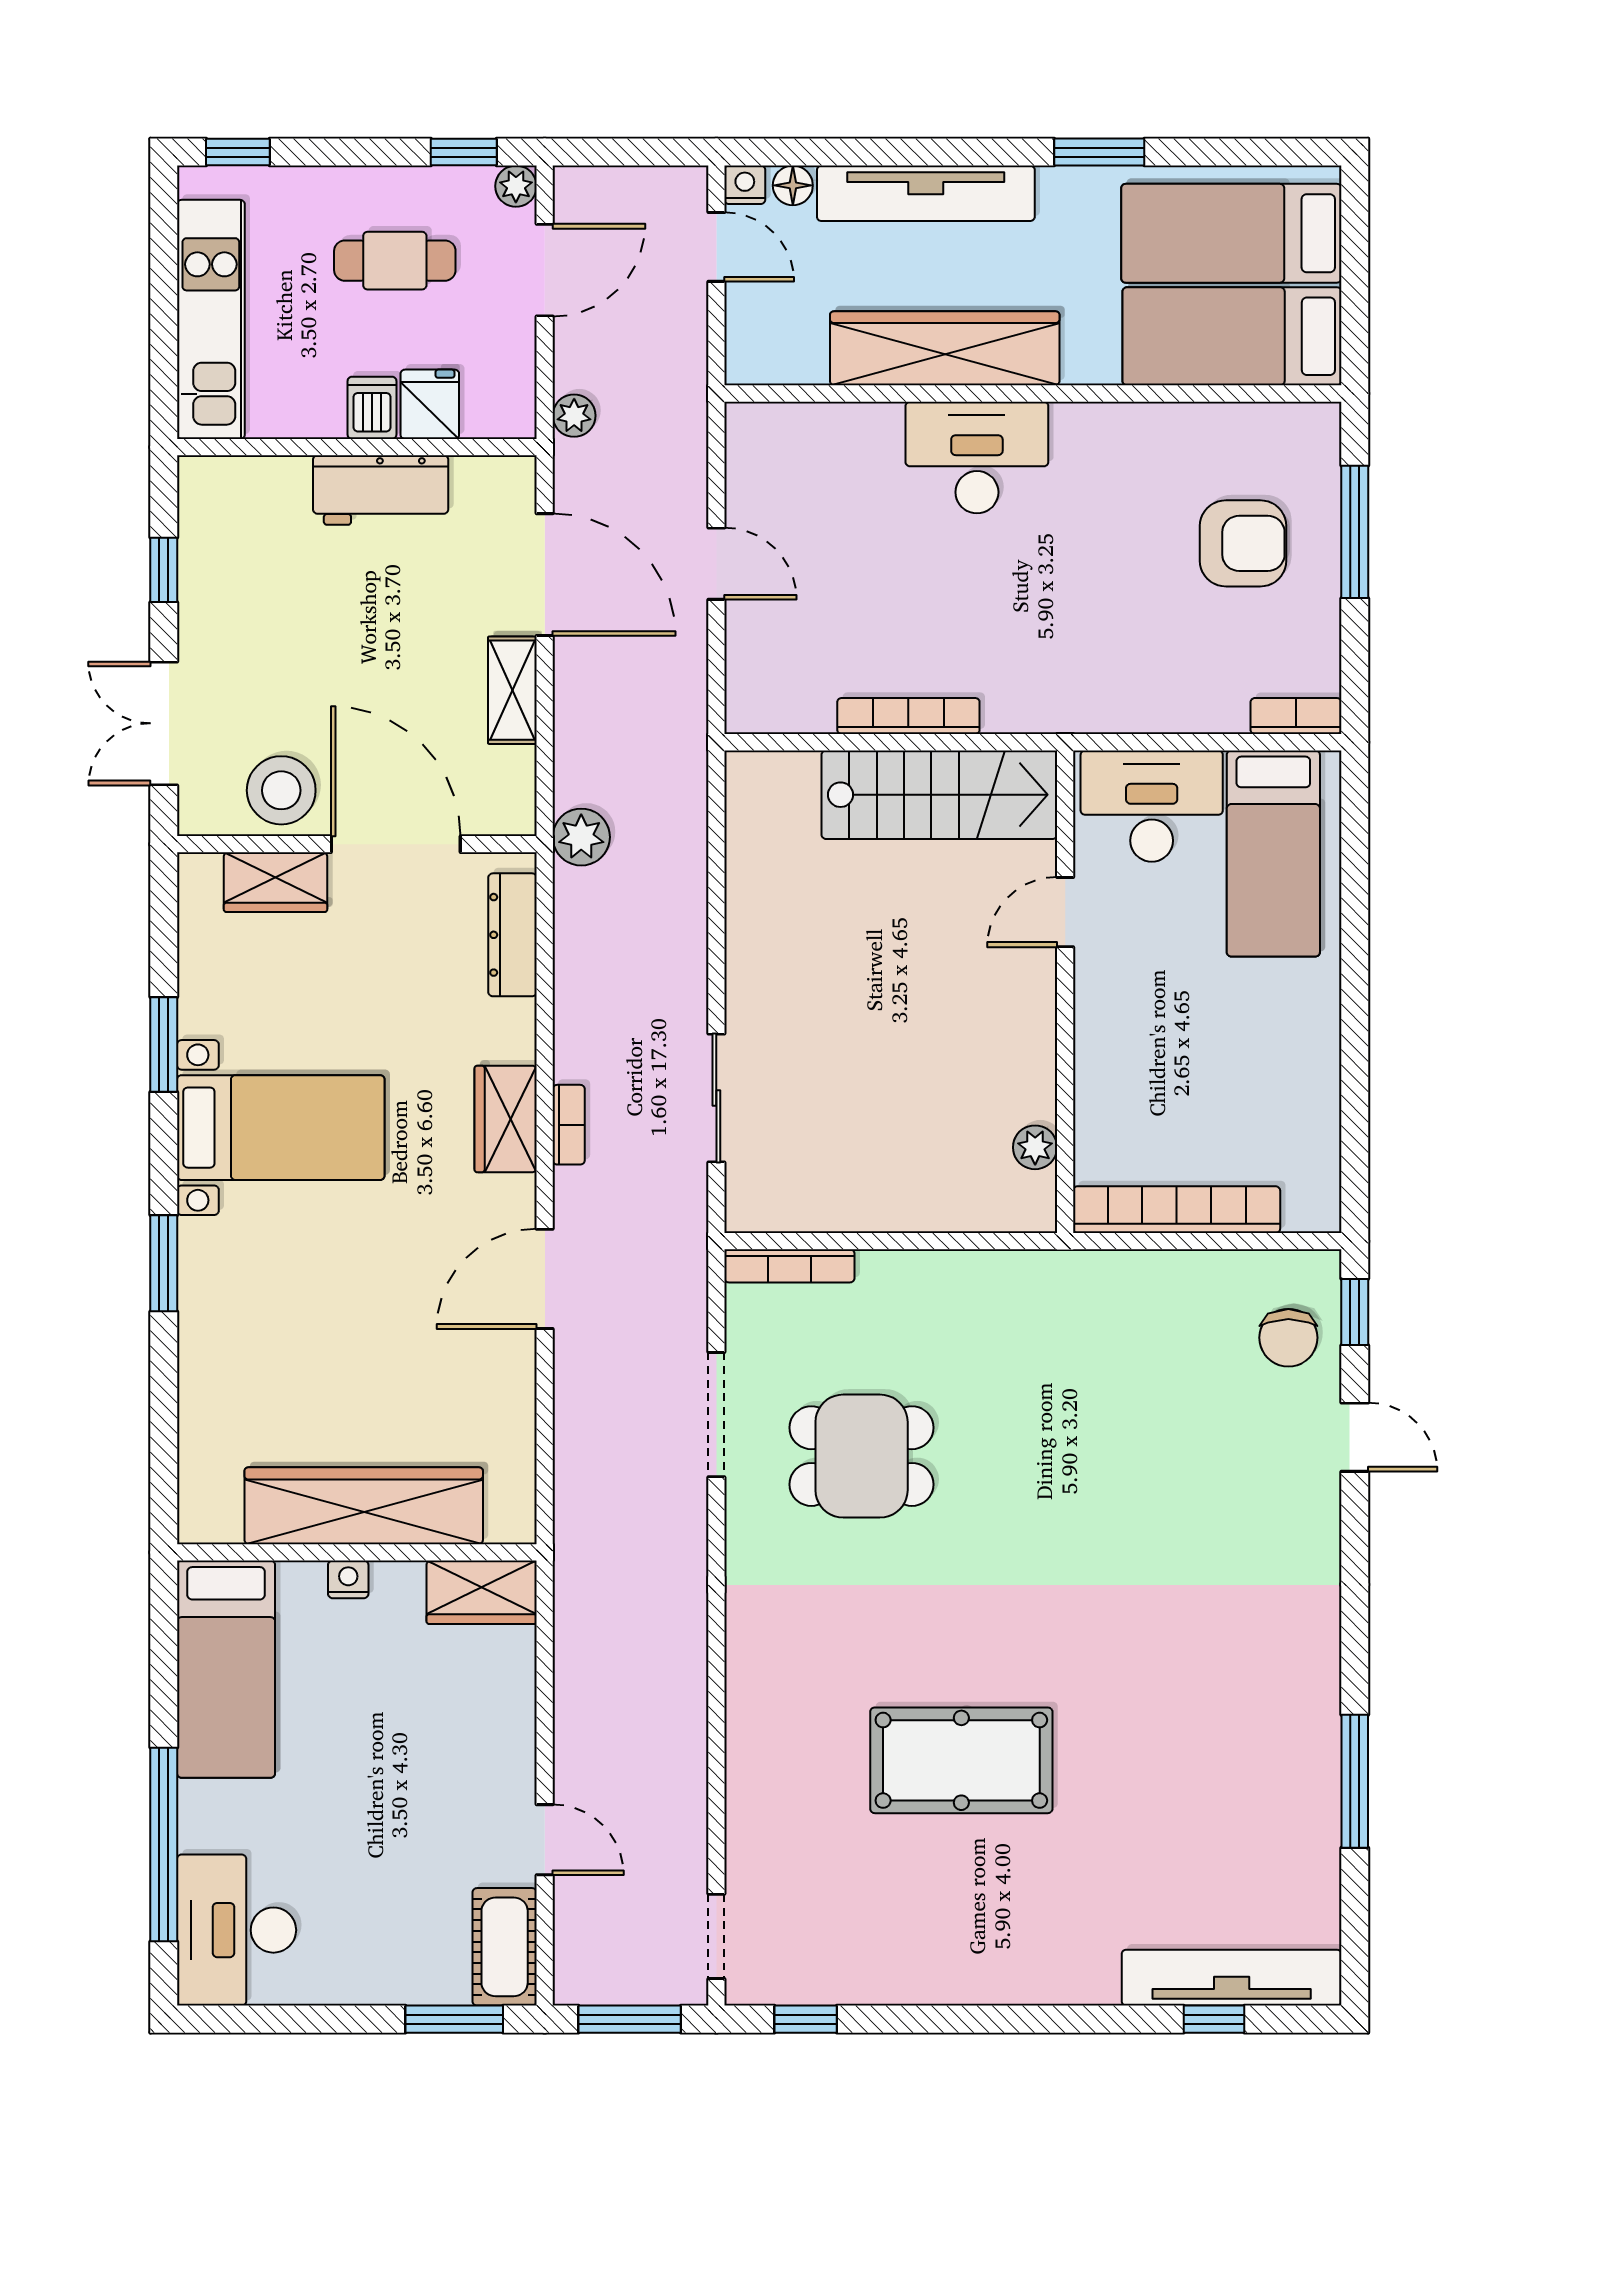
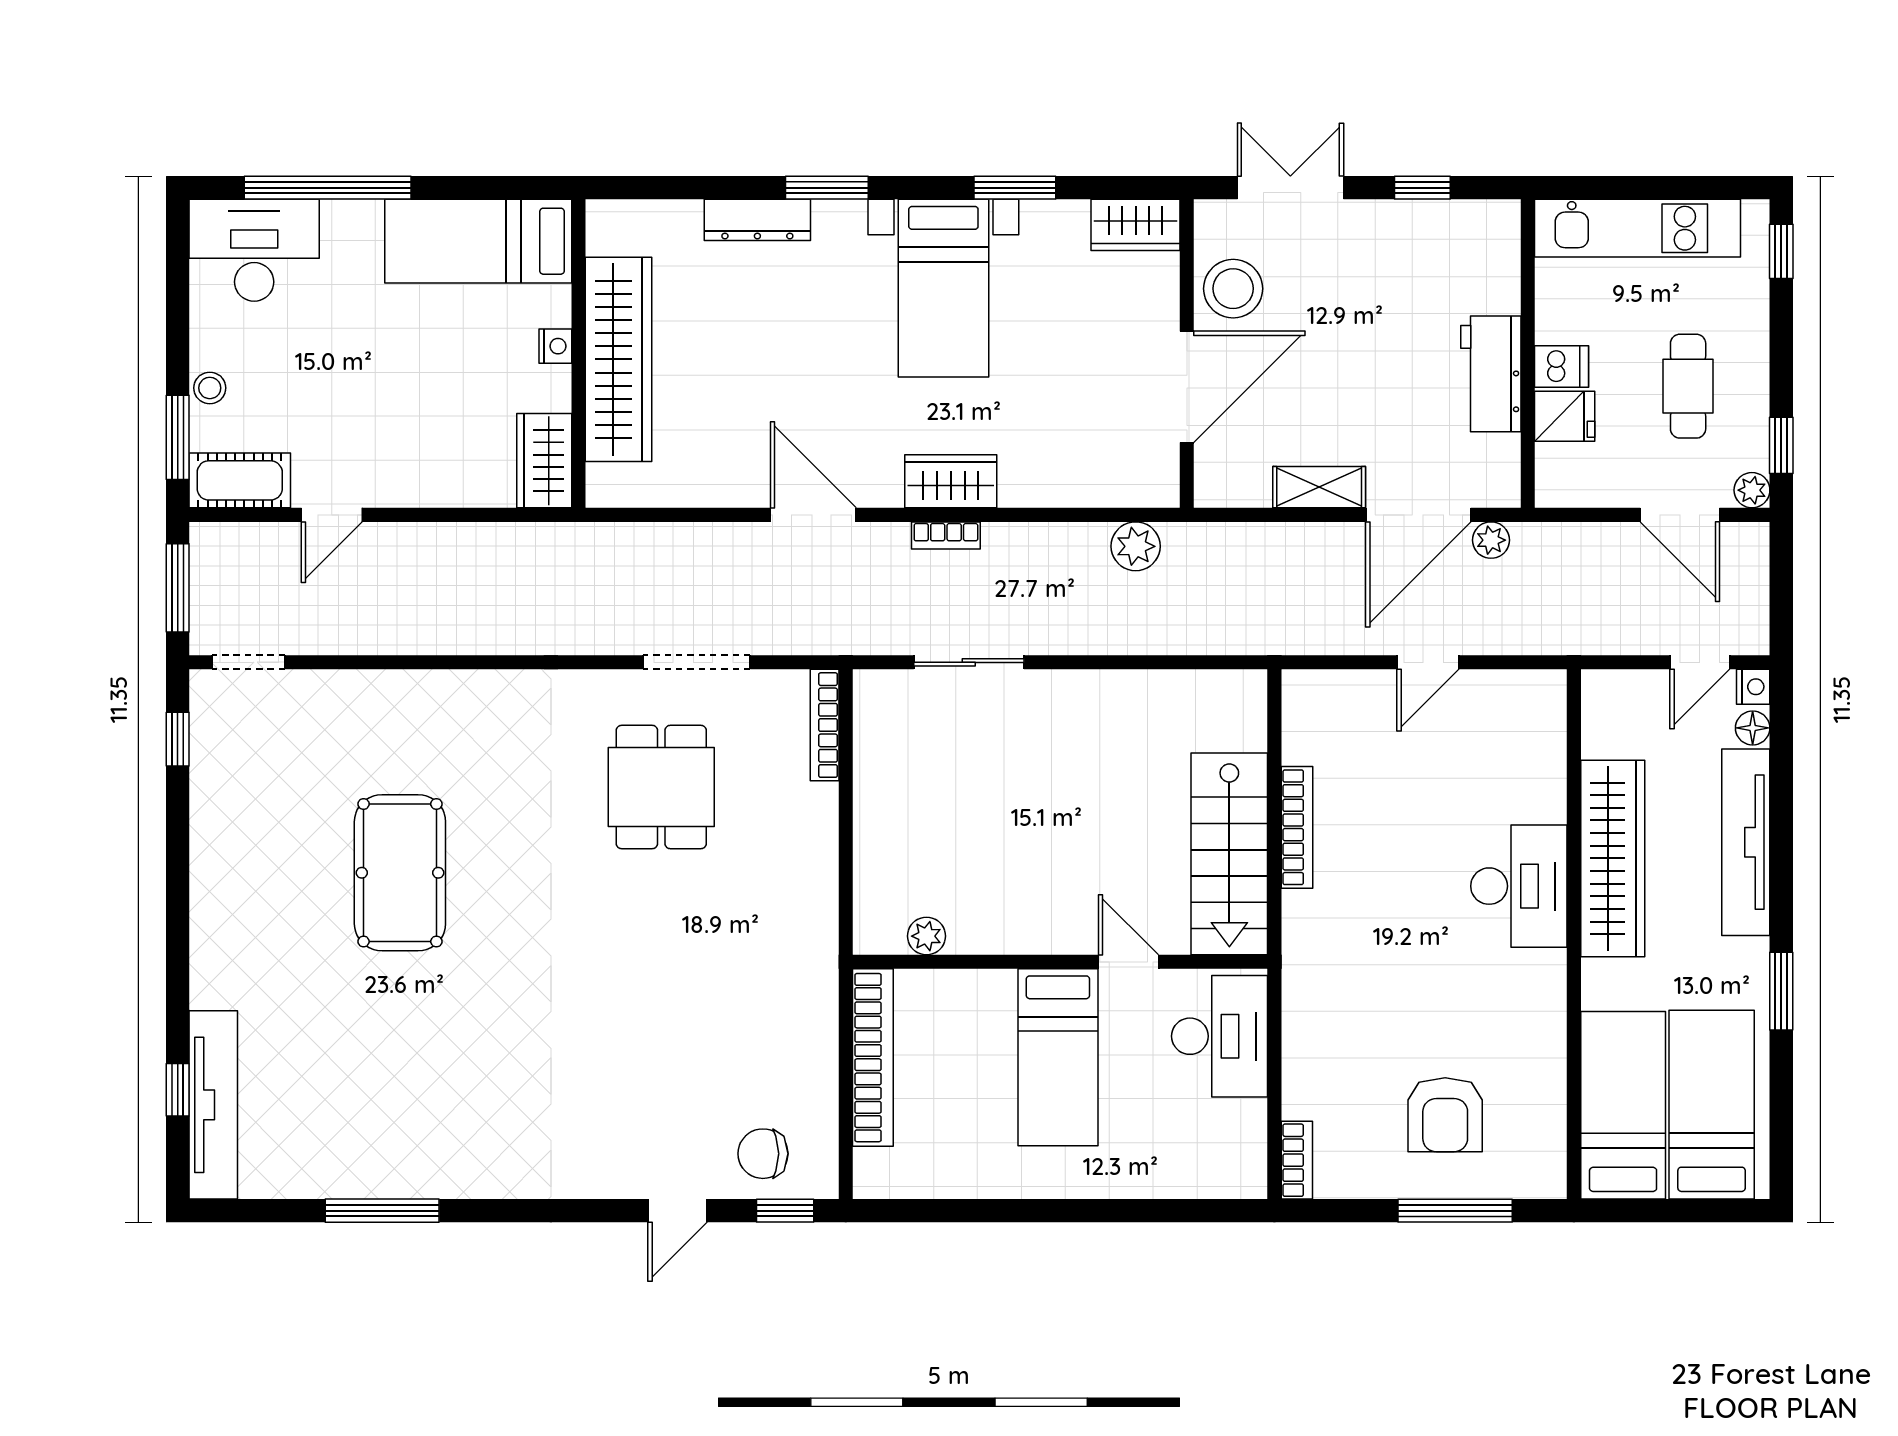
plant: (574, 416) -> (1491, 540), moved
plant: (581, 837) -> (1136, 546), moved
bed: (1273, 853) -> (1058, 1057), moved, turned -90
wardrobe: (276, 882) -> (1136, 225), moved, turned -90
dresser: (512, 935) -> (757, 220), moved, turned 180
stool: (397, 1982) -> (210, 388), added

